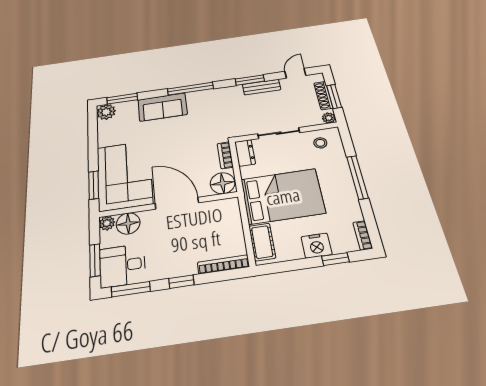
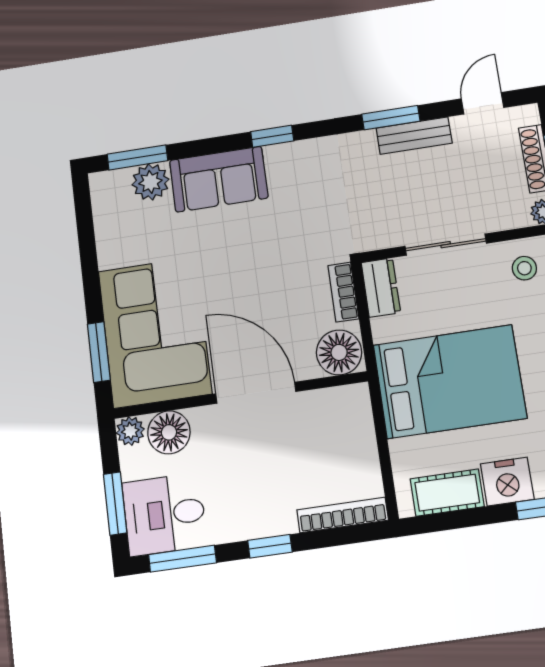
window: (190, 89) -> (272, 136), width x0.46
plant: (106, 112) -> (150, 182), moved
cot: (262, 242) -> (447, 493), moved, turned 90

